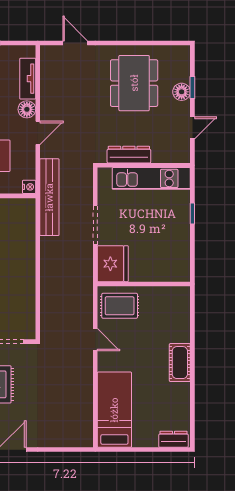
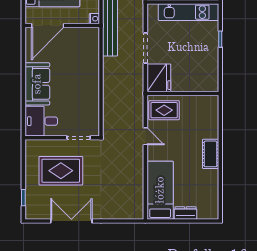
dresser: (173, 439) -> (185, 213), moved

